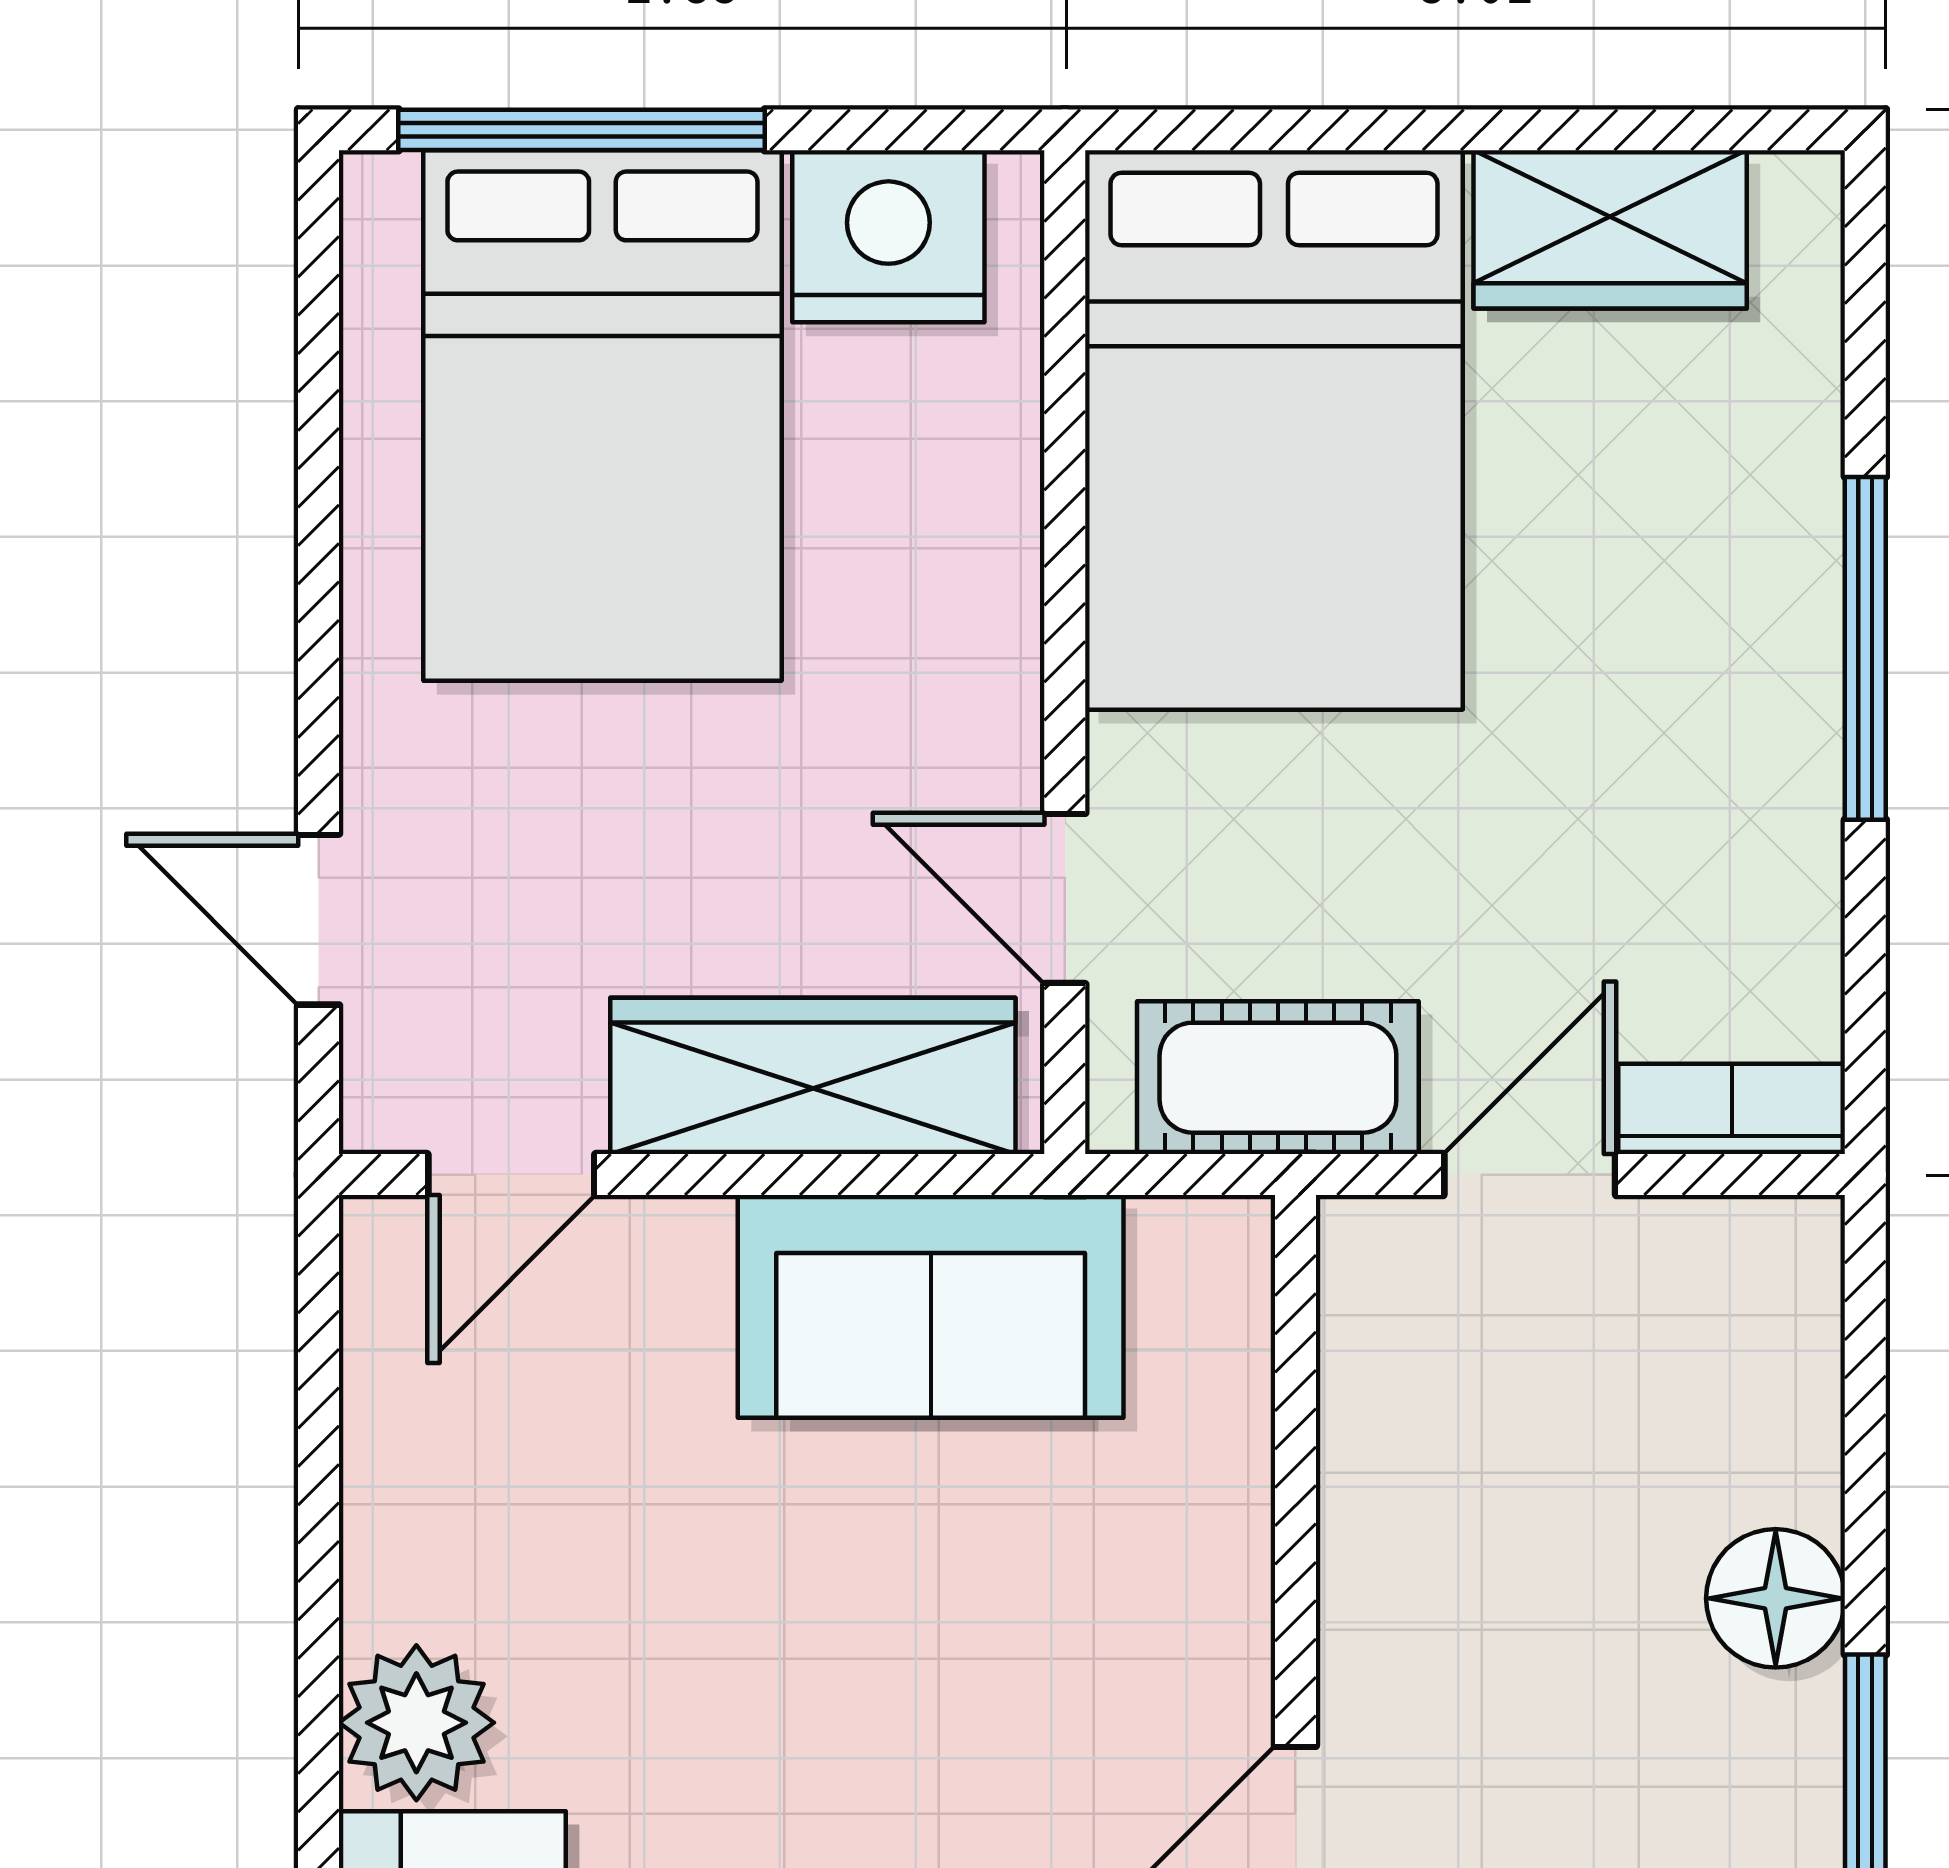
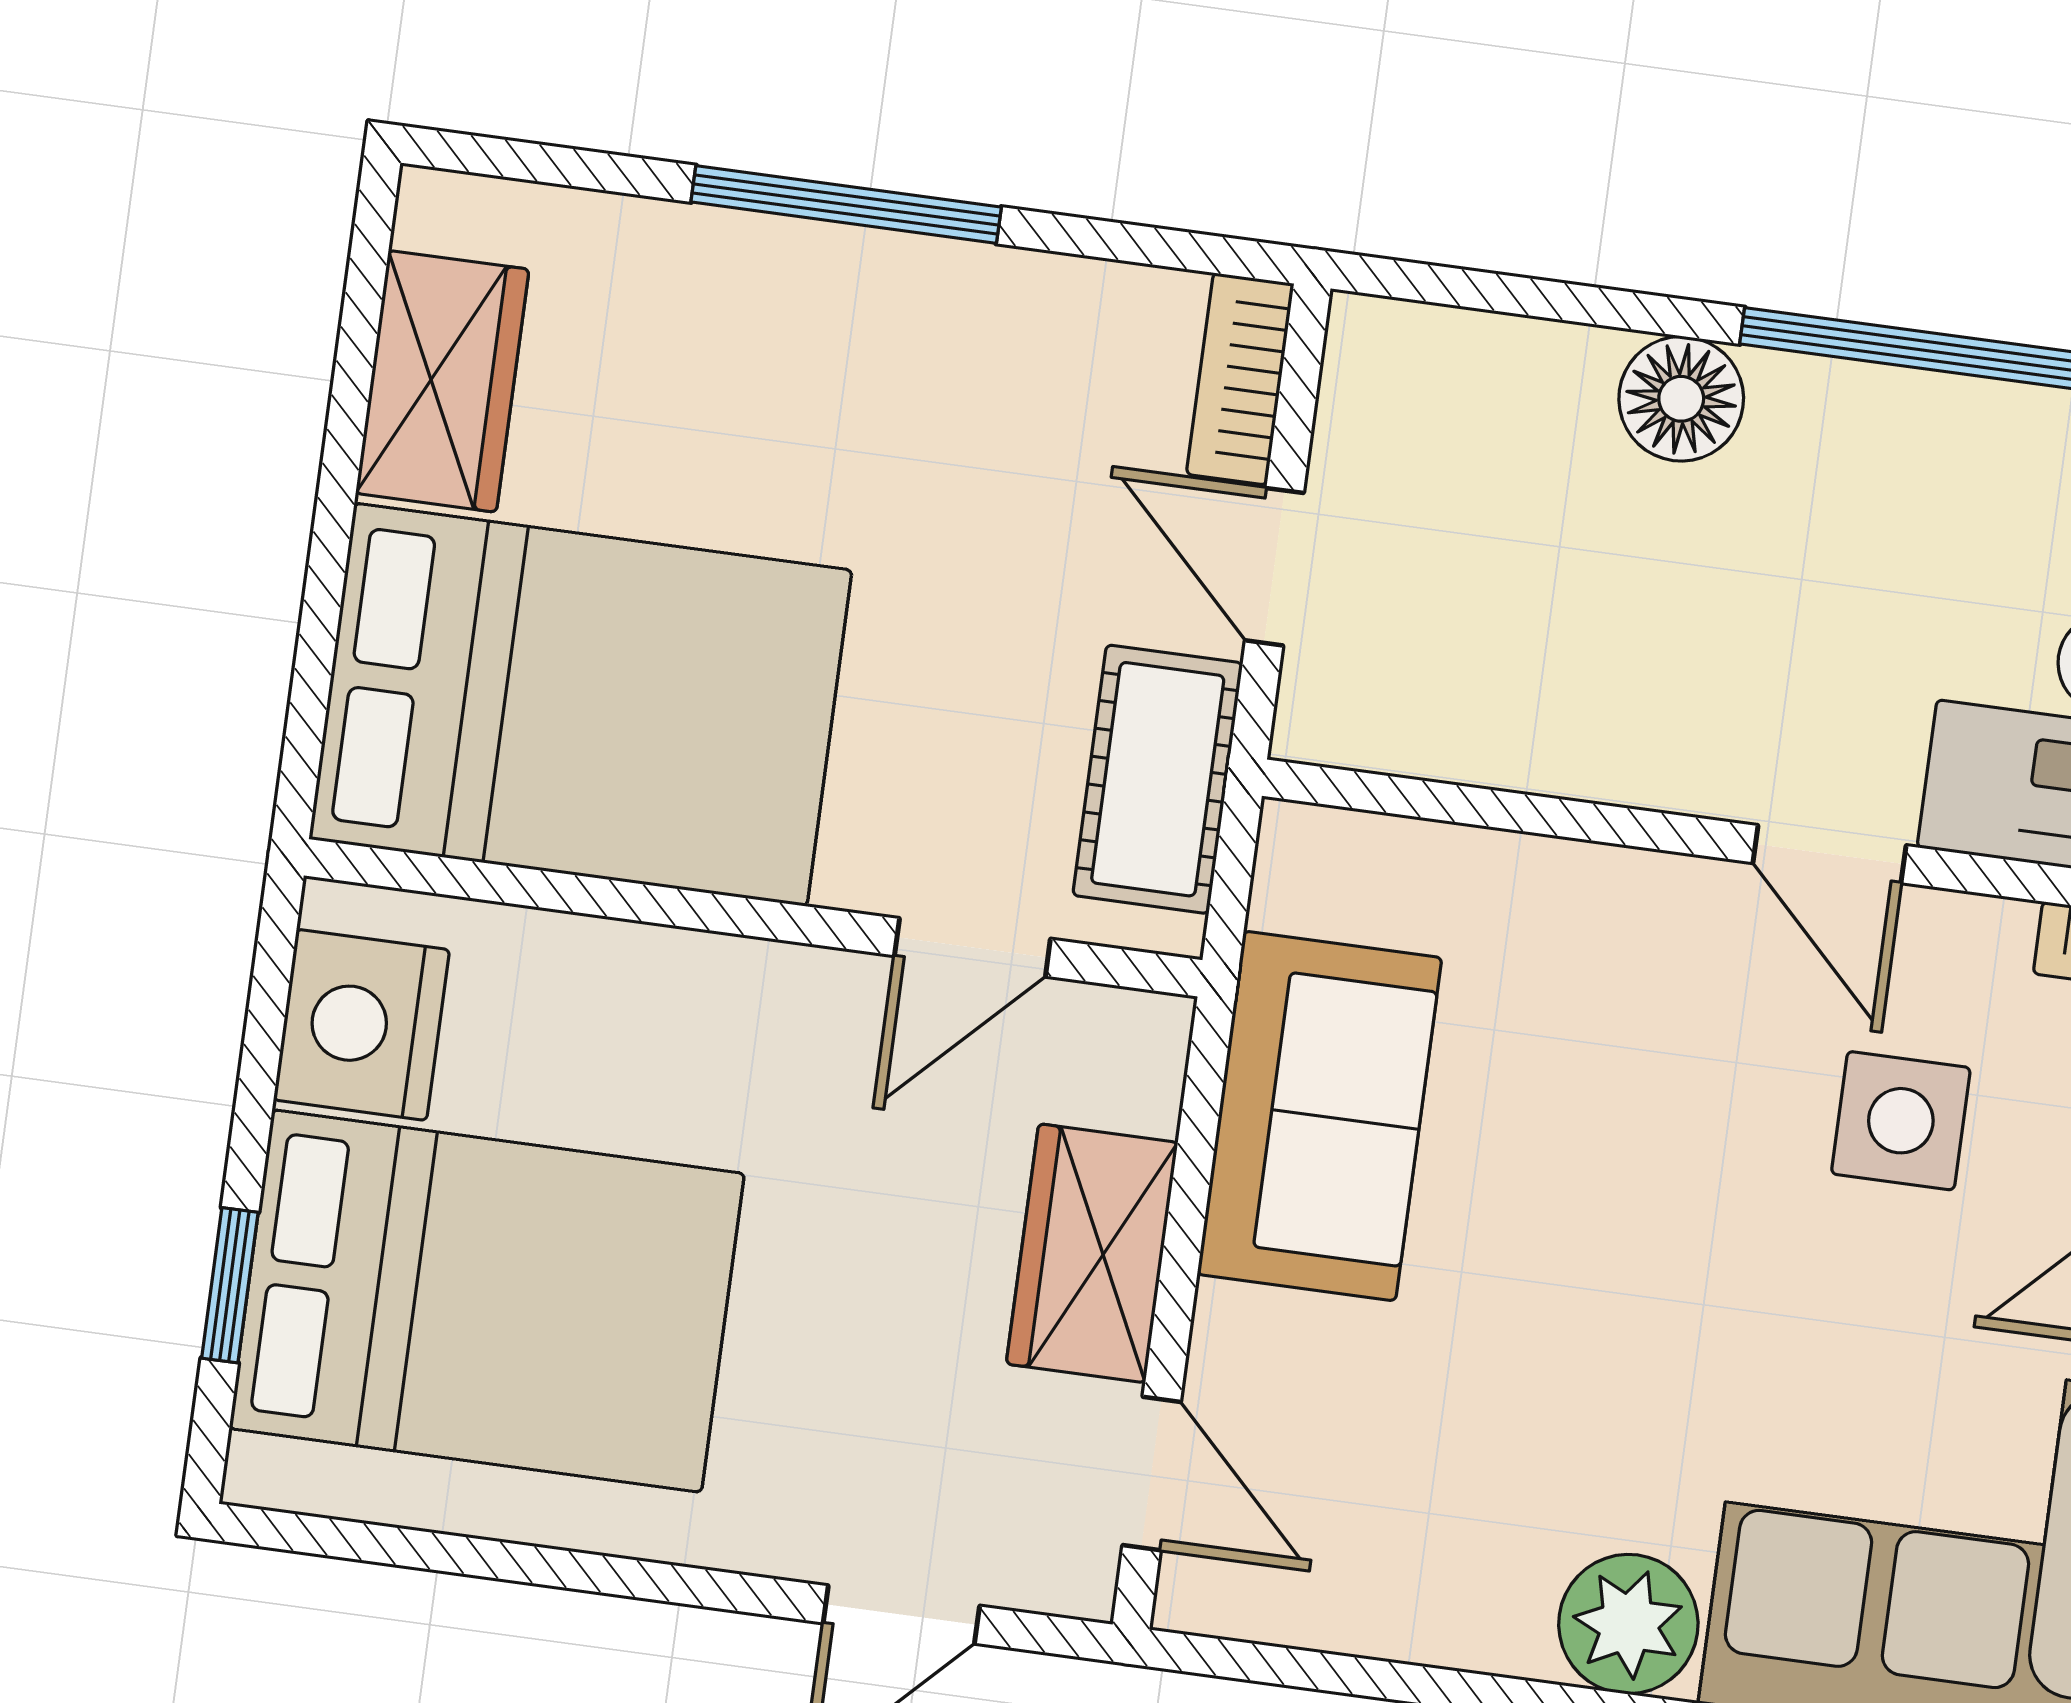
window: (582, 130) -> (230, 1285), width x0.46
wardrobe: (813, 1076) -> (1092, 1253), width x0.67

